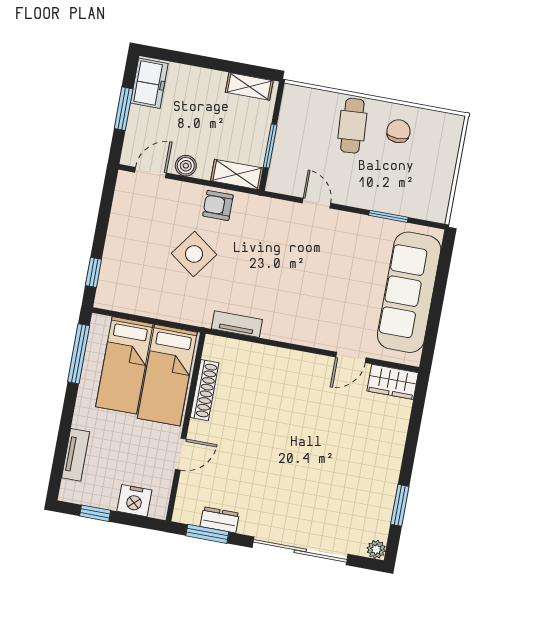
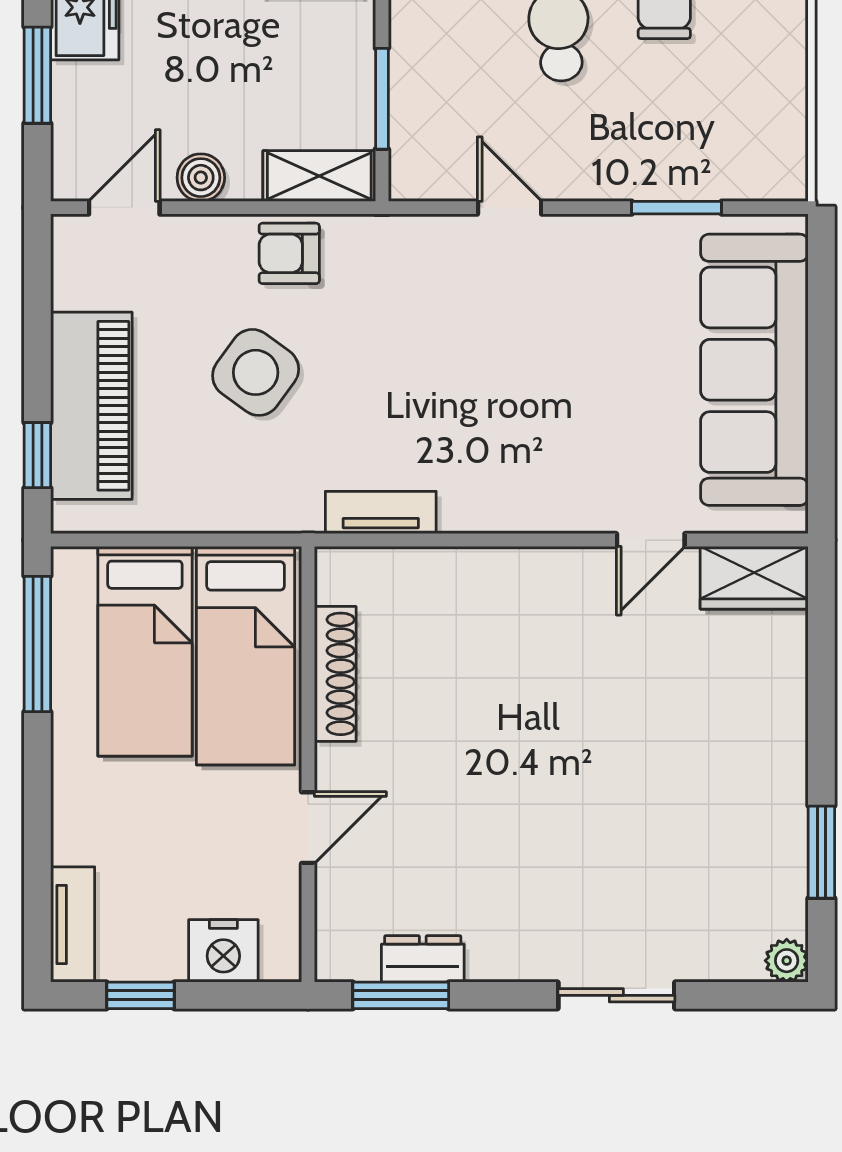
piano: (121, 255) -> (91, 406), added
tv unit: (76, 455) -> (73, 924), moved
sliding door: (300, 551) -> (616, 995), width x0.54

